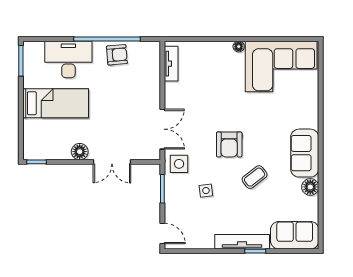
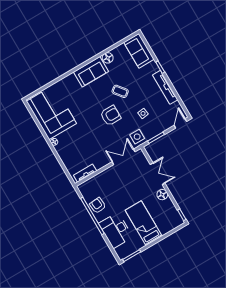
tv unit: (242, 242) -> (165, 87), moved

